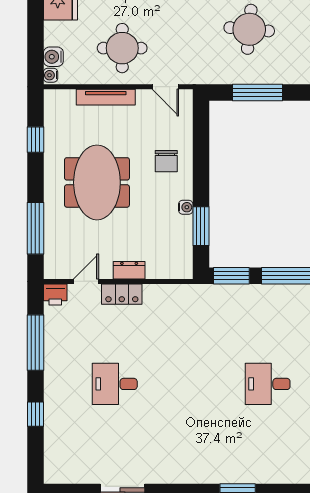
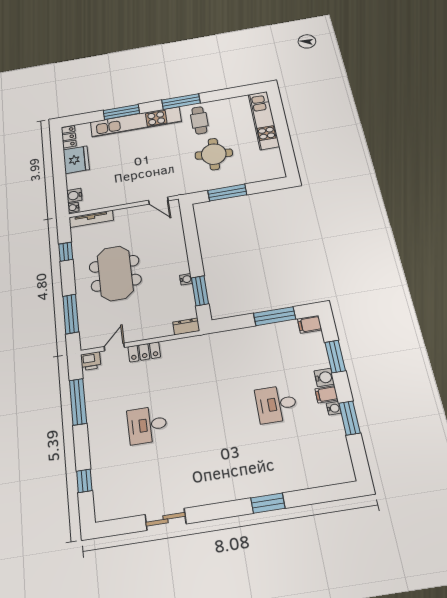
round table: (122, 48) -> (124, 181), removed
tv unit: (106, 97) -> (91, 219), moved
chair: (166, 161) -> (166, 250), removed
dresser: (129, 270) -> (186, 326), moved
window: (231, 276) -> (230, 323), removed
window: (35, 414) -> (84, 481), moved

